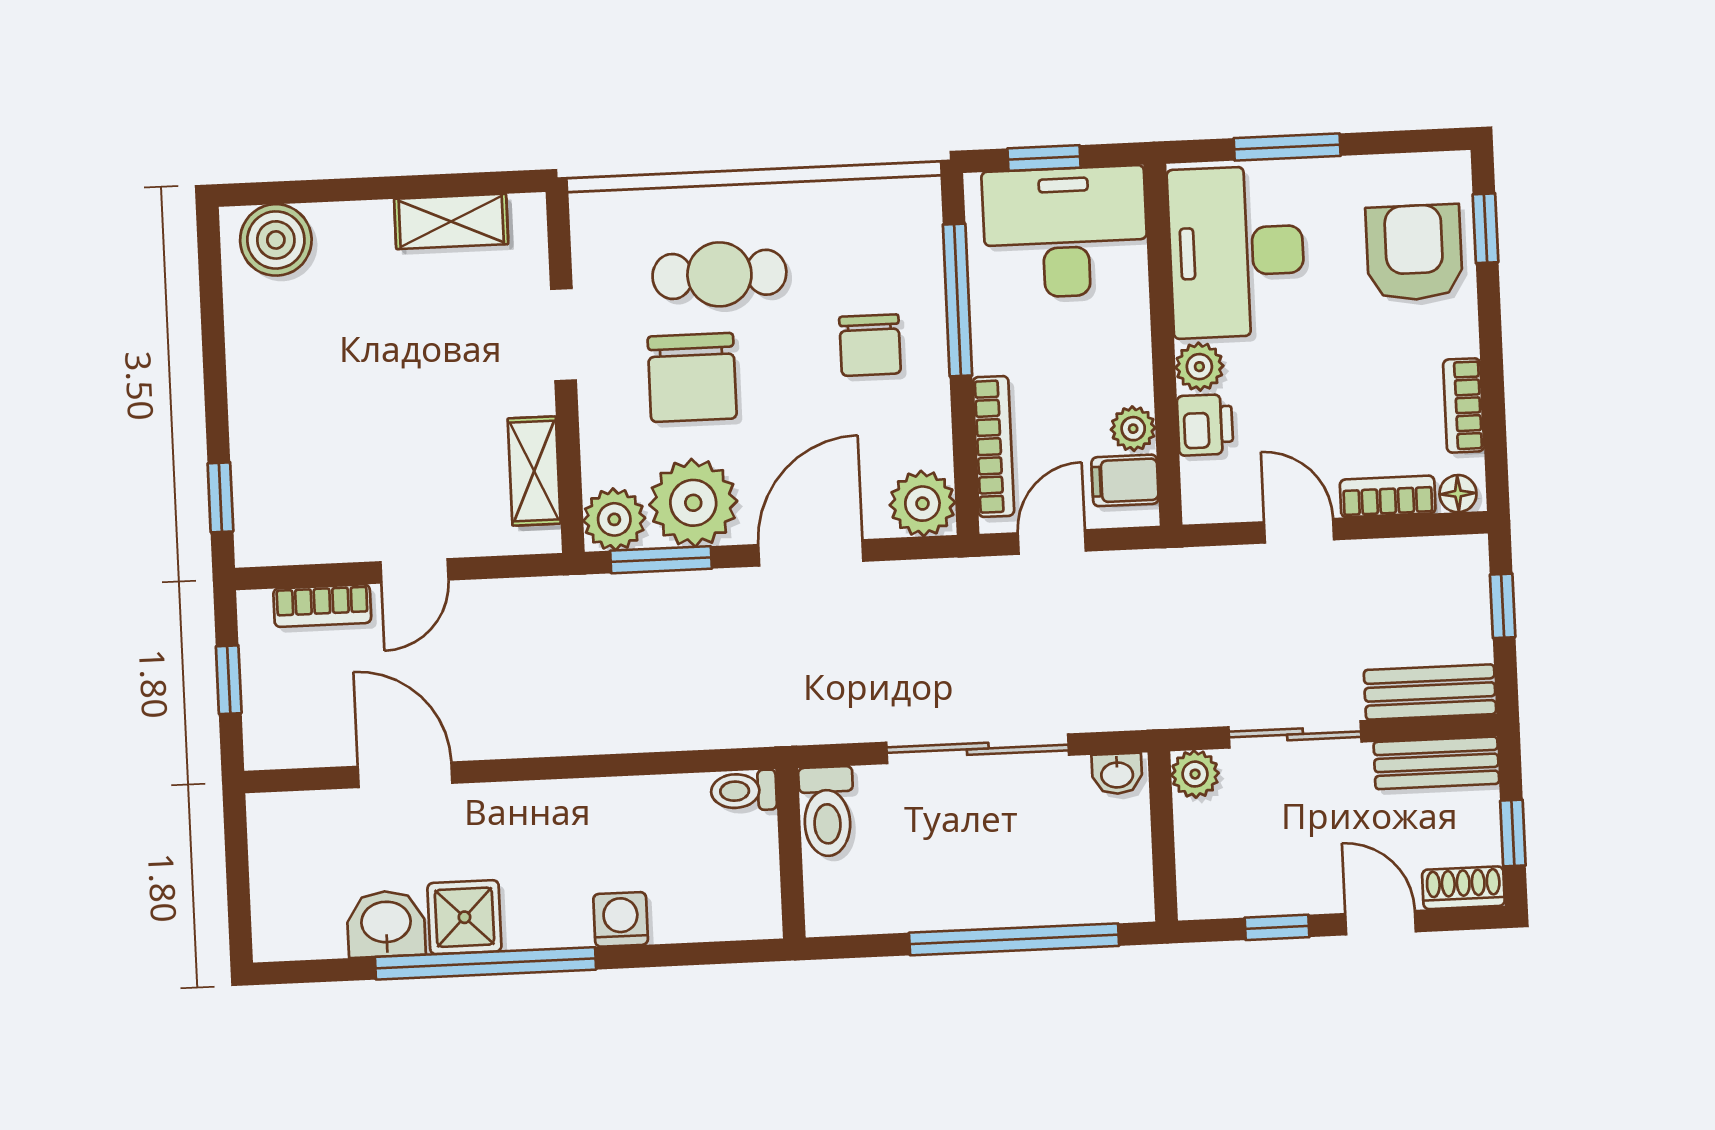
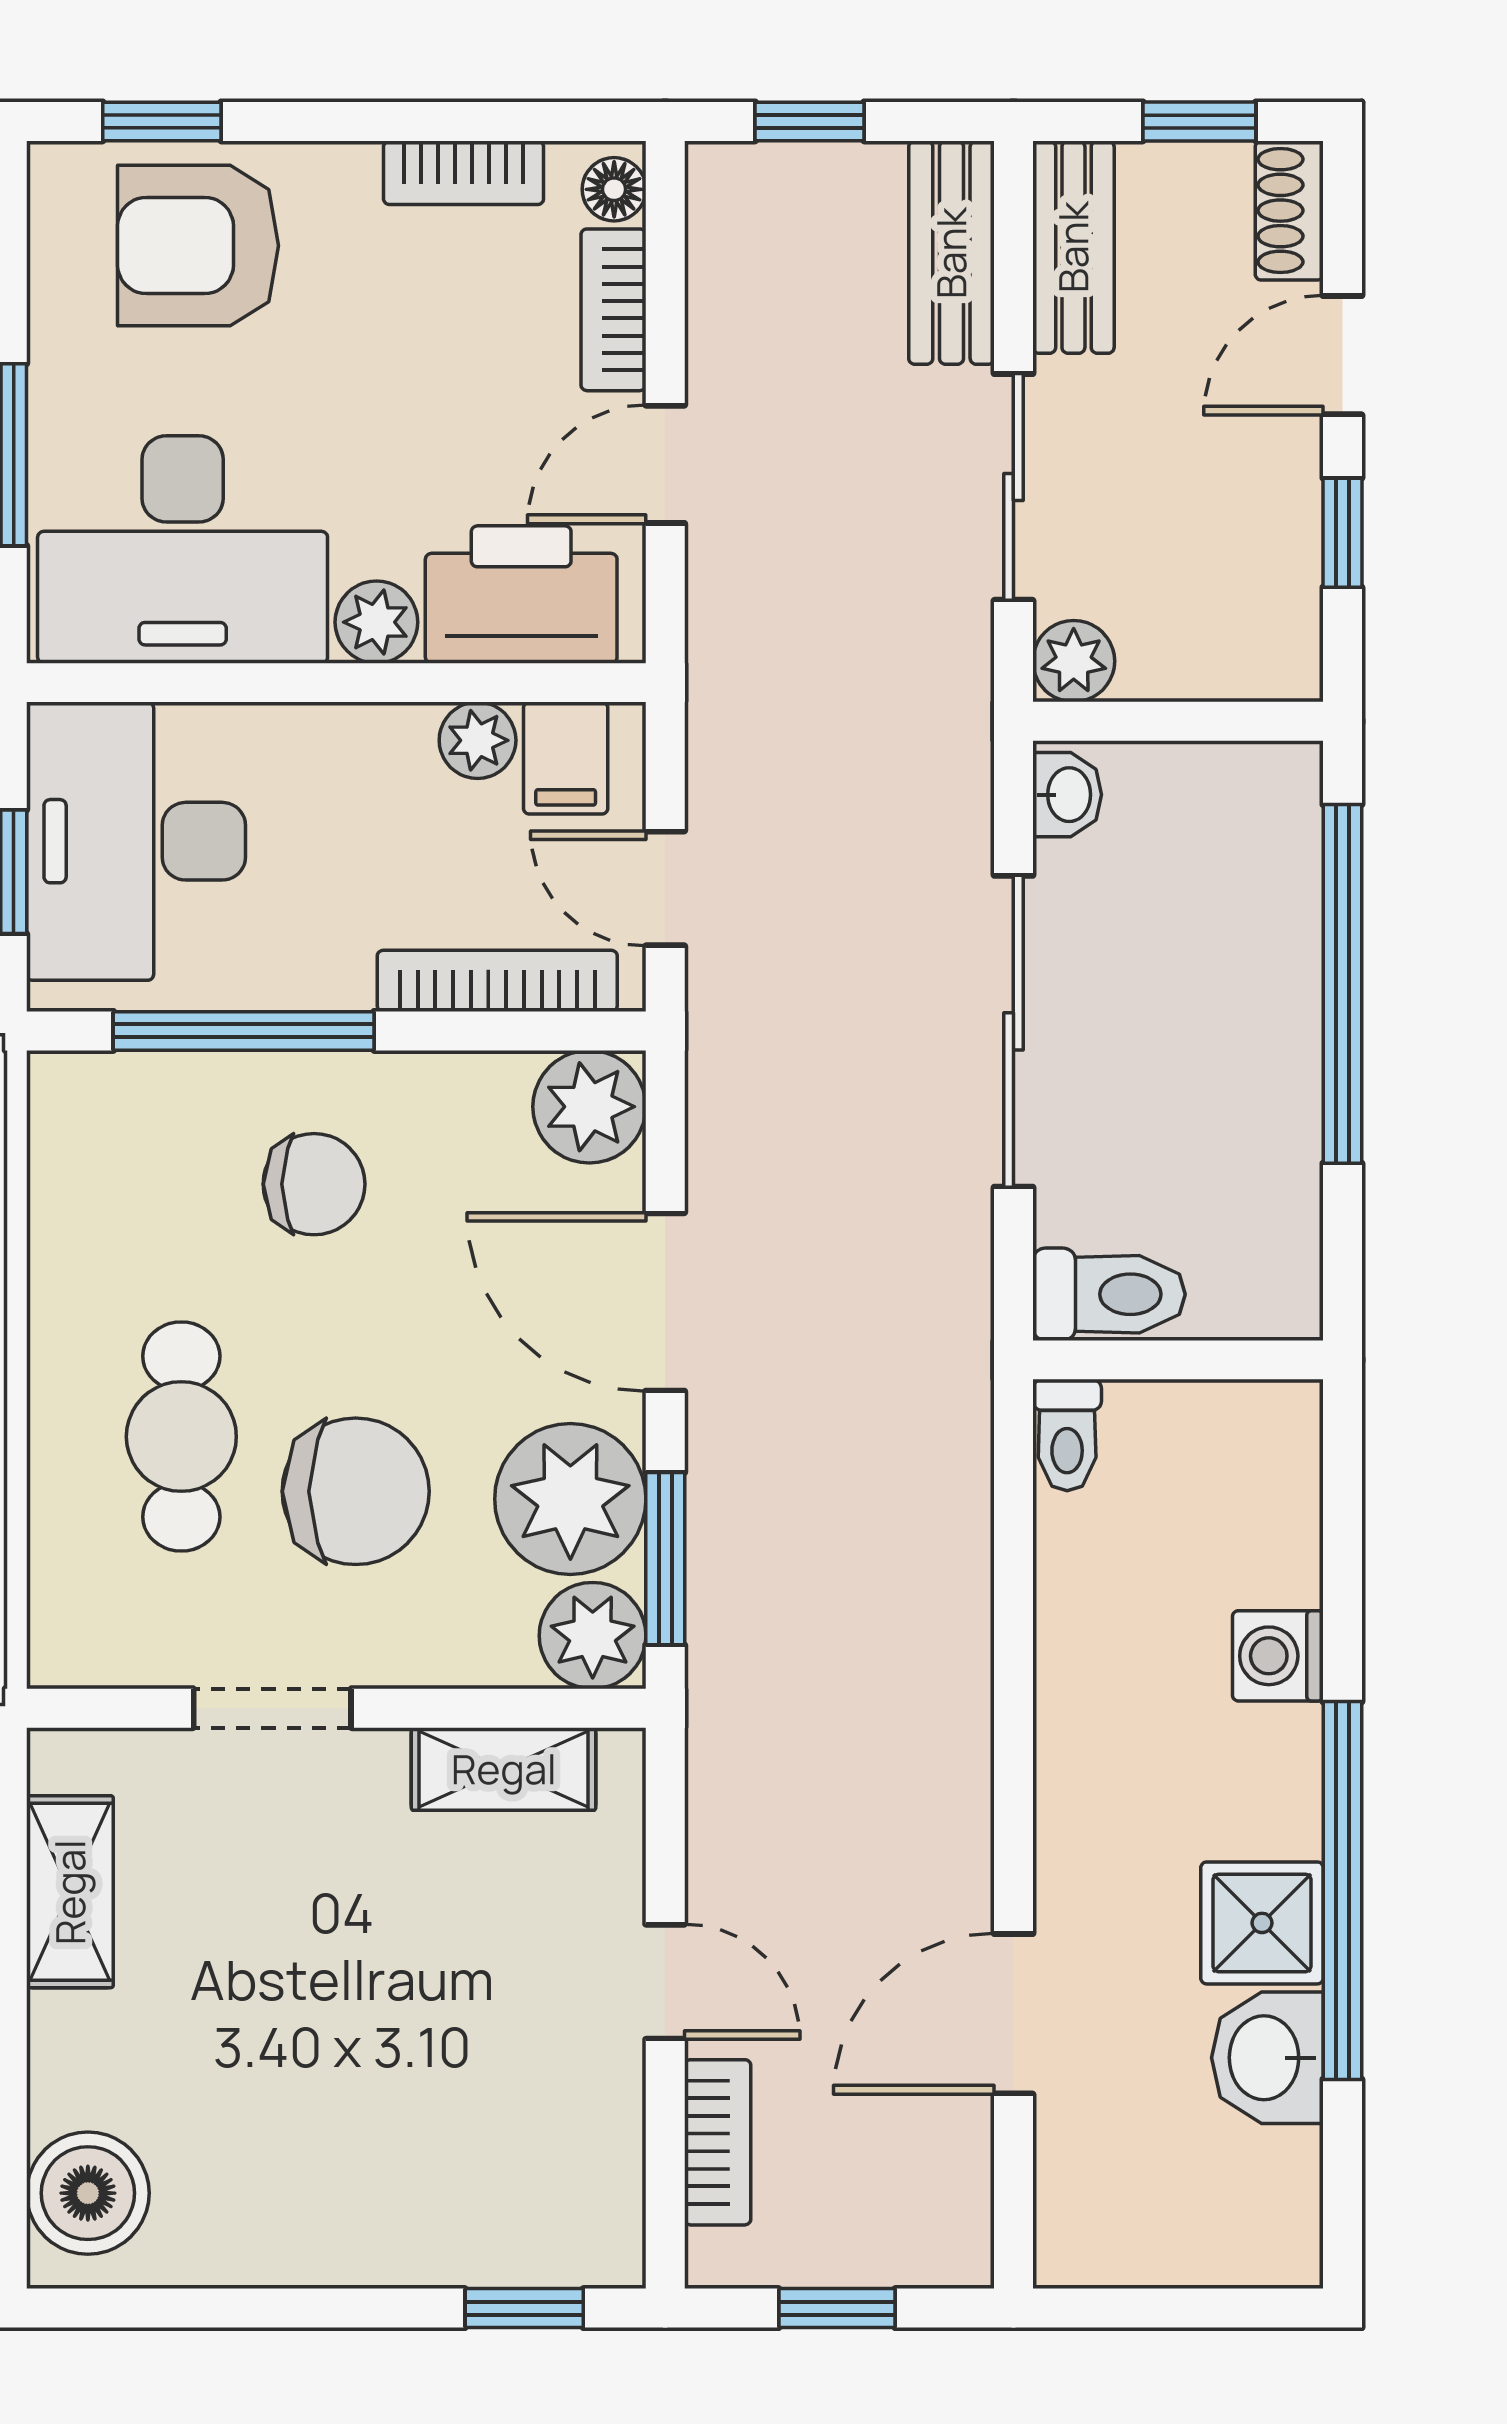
printer: (1205, 425) -> (521, 595), width x1.87, depth x1.48

